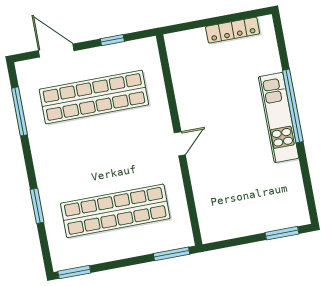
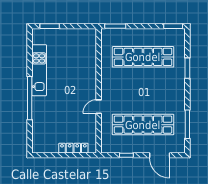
locker: (233, 30) -> (73, 148), moved
kitchen unit: (279, 117) -> (39, 70), moved
door: (180, 144) -> (99, 107), moved

